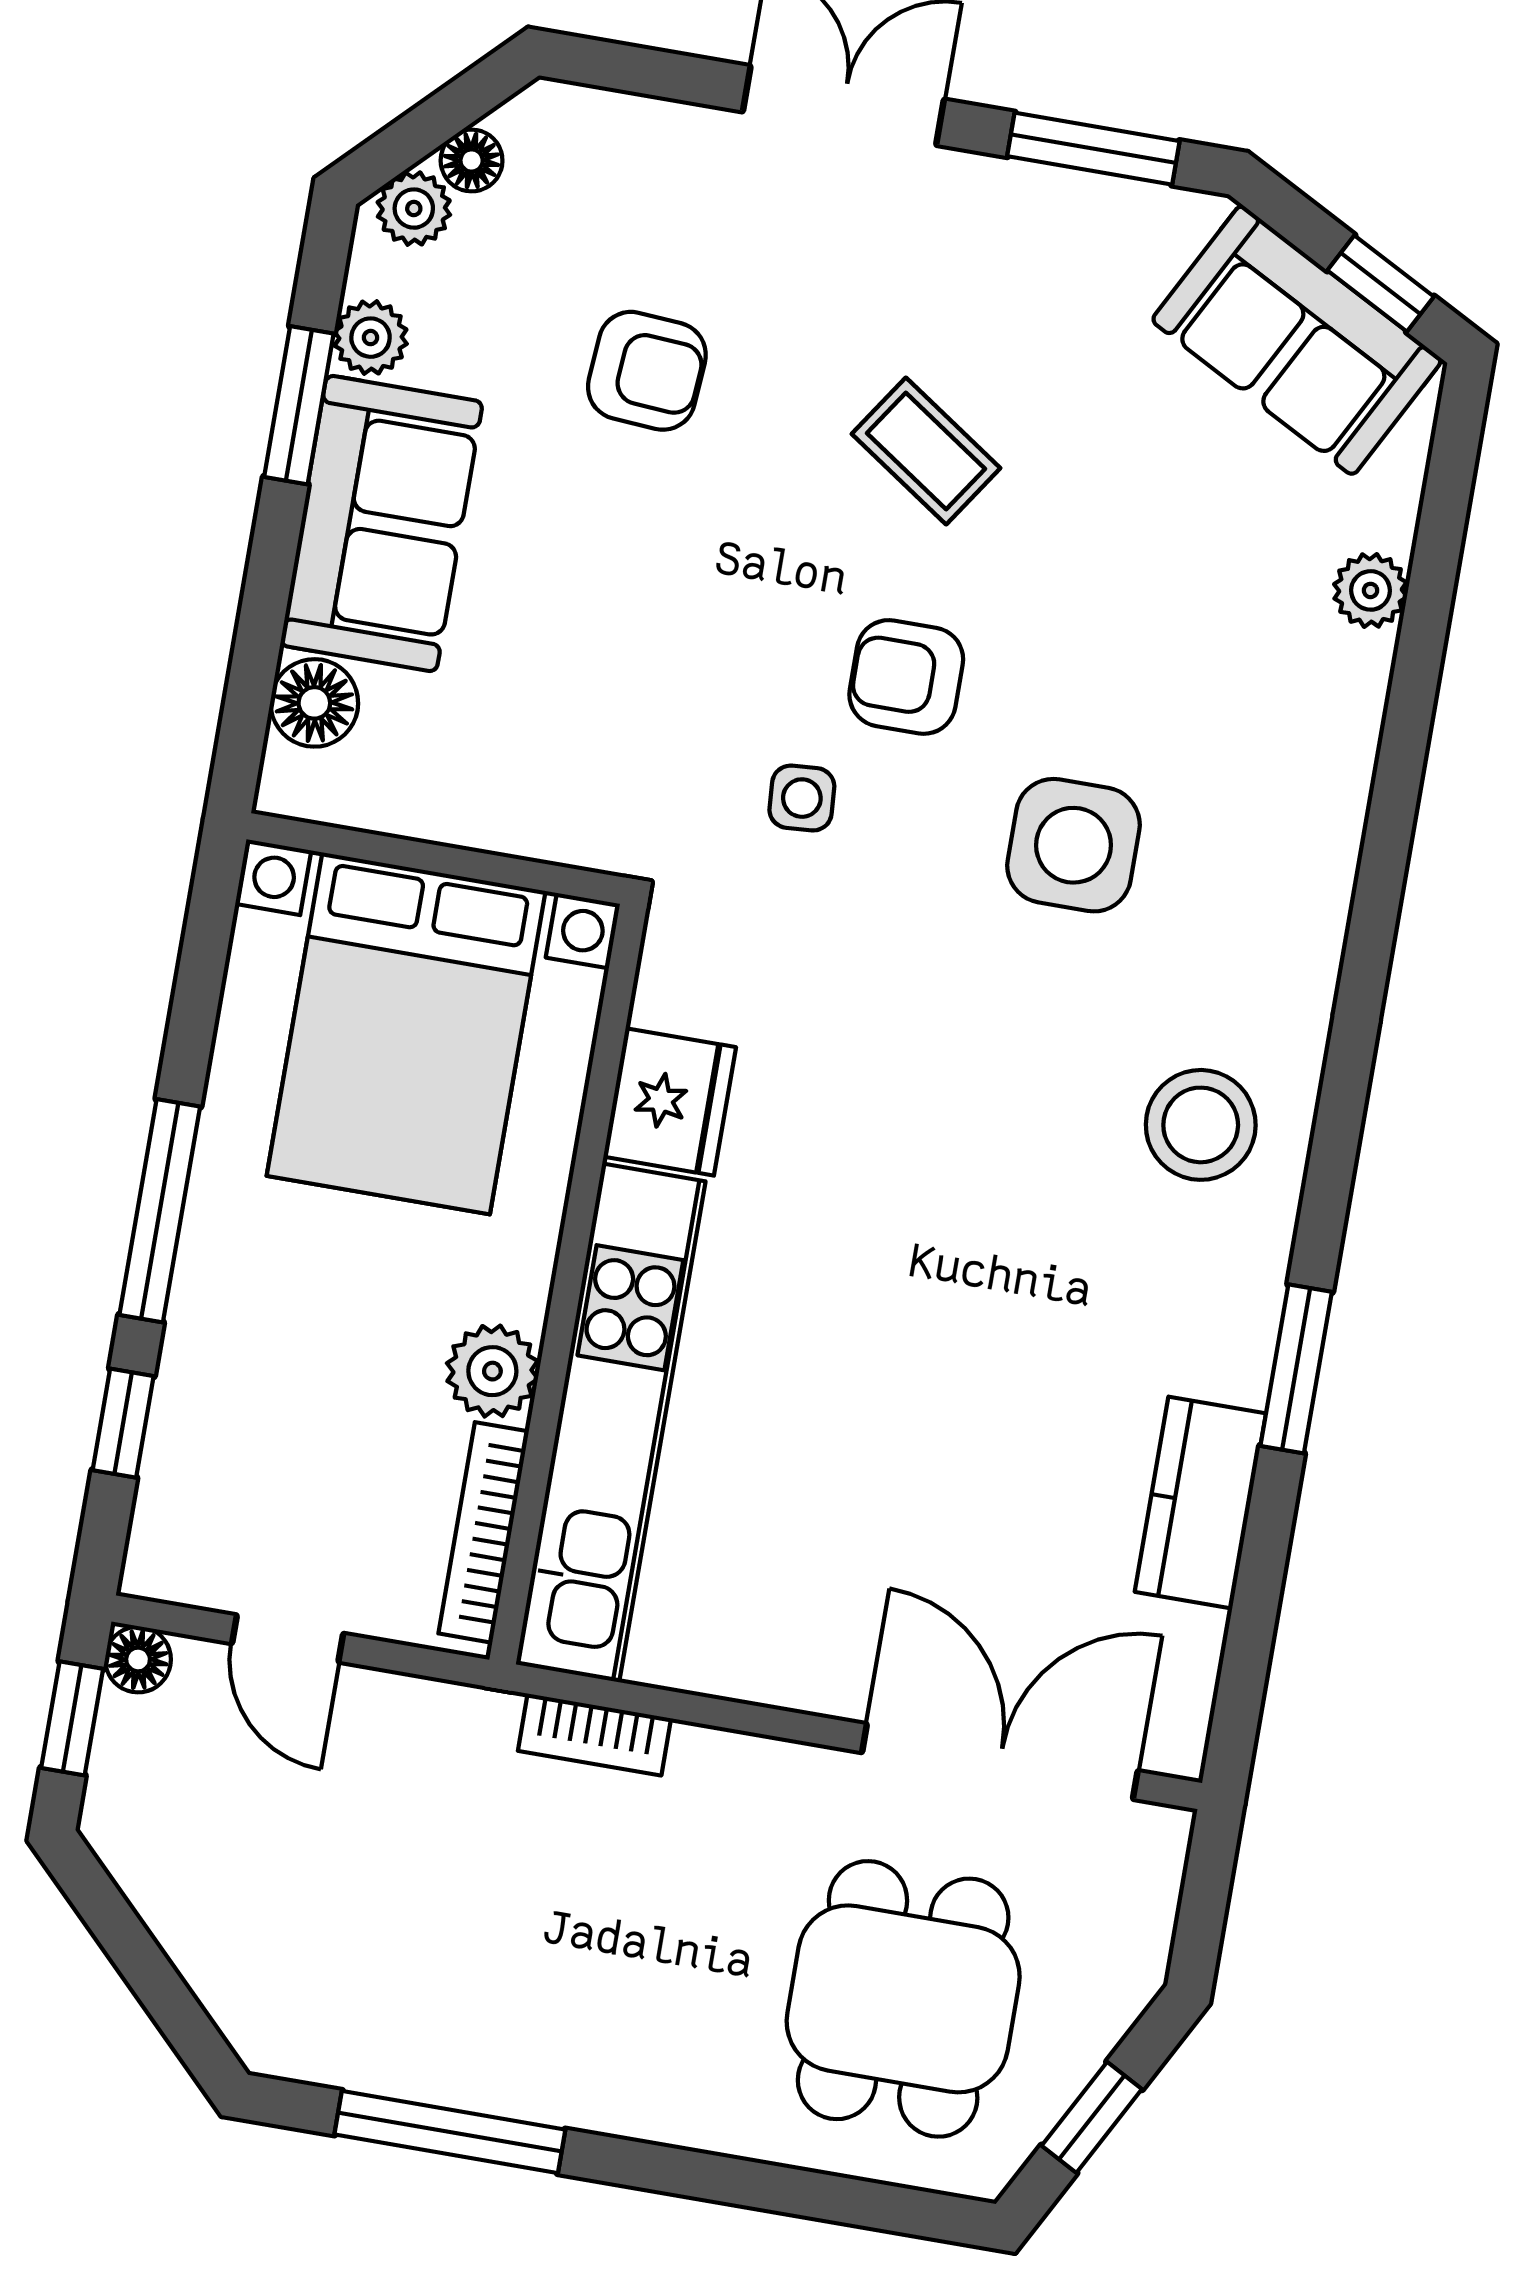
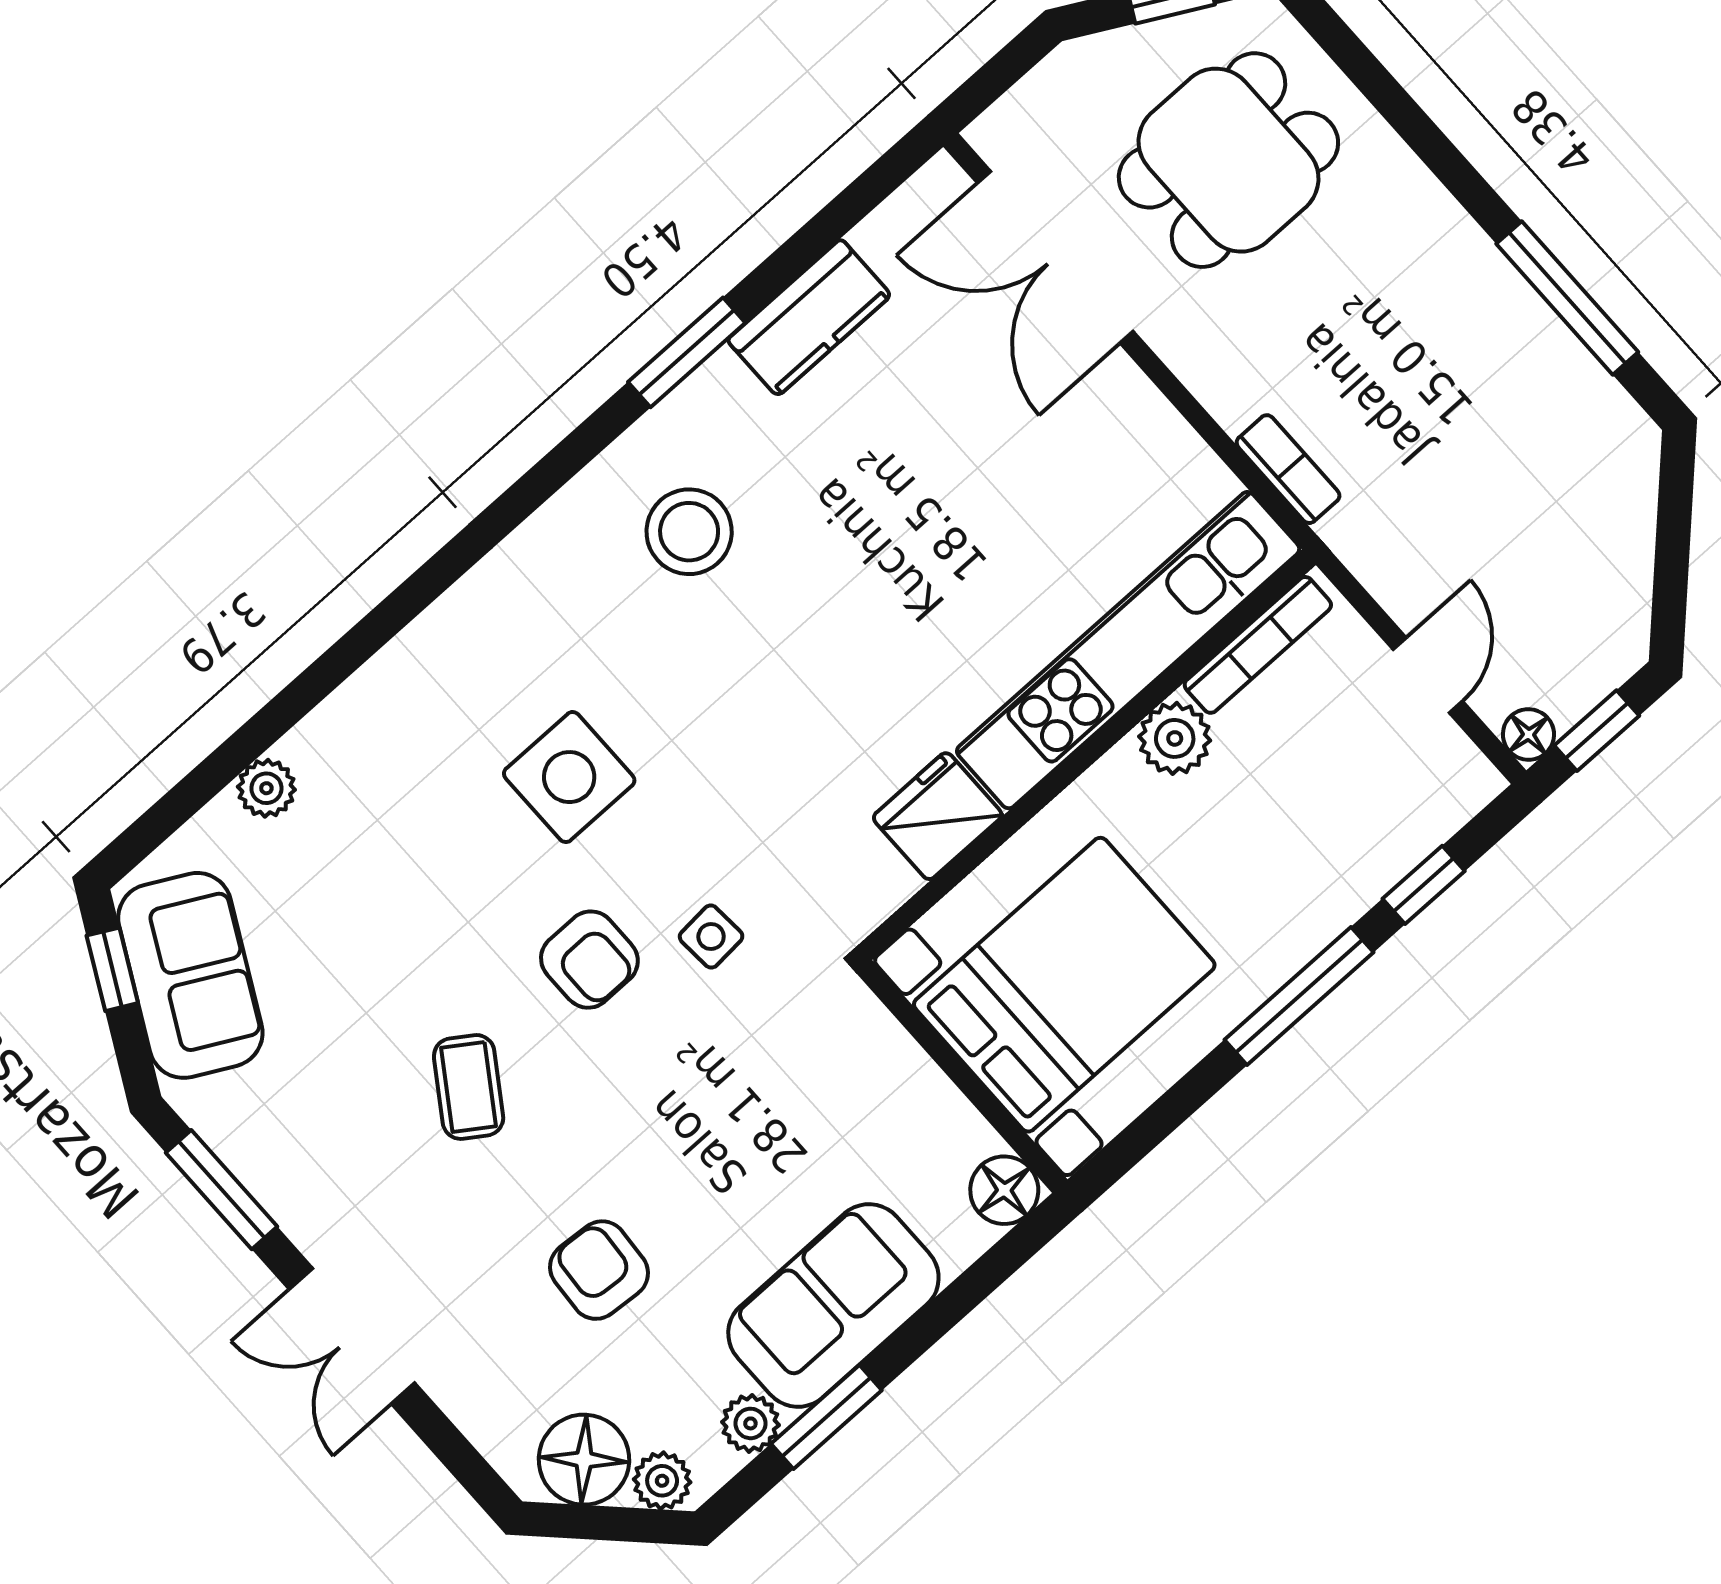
floor lamp: (472, 160) -> (584, 1460), width x1.89, depth x1.89
floor lamp: (314, 703) -> (1004, 1190), moved
stool: (1201, 1125) -> (689, 532), moved

